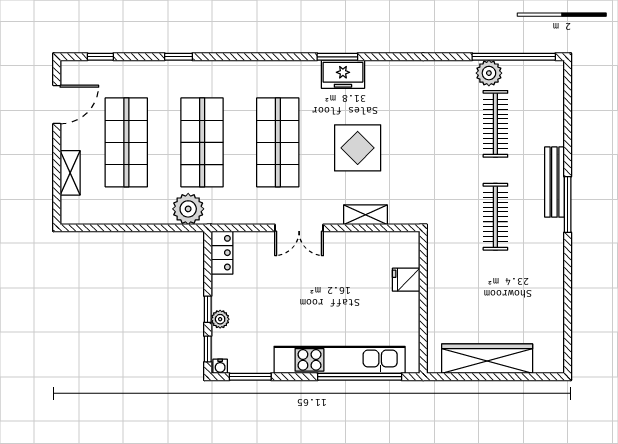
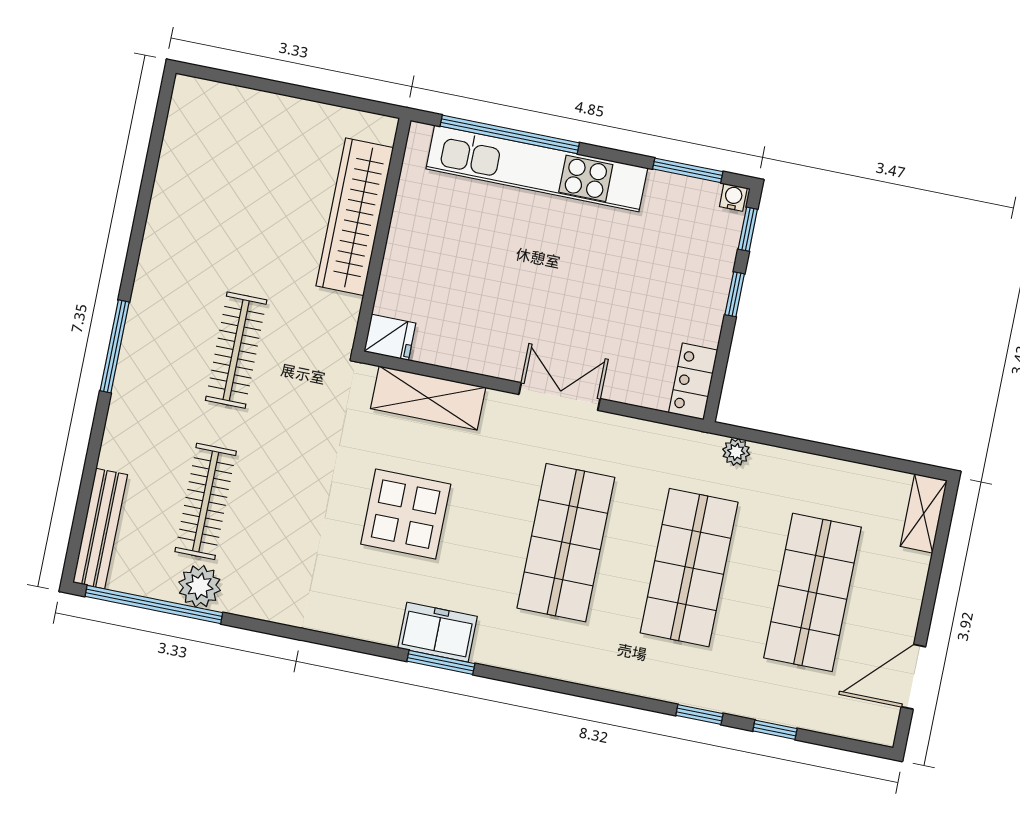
window: (100, 57) -> (775, 730), moved
display table: (358, 148) -> (406, 514), moved
shelving: (70, 173) -> (924, 513), moved
bench: (554, 182) -> (100, 529), moved
plant: (188, 209) -> (736, 452), width x0.53, depth x0.53
shelving: (365, 215) -> (428, 398), width x1.50, depth x1.33
fridge: (406, 280) -> (390, 337), moved
plant: (220, 319) -> (718, 274), removed
wardrobe: (487, 359) -> (355, 217), moved, turned 90

